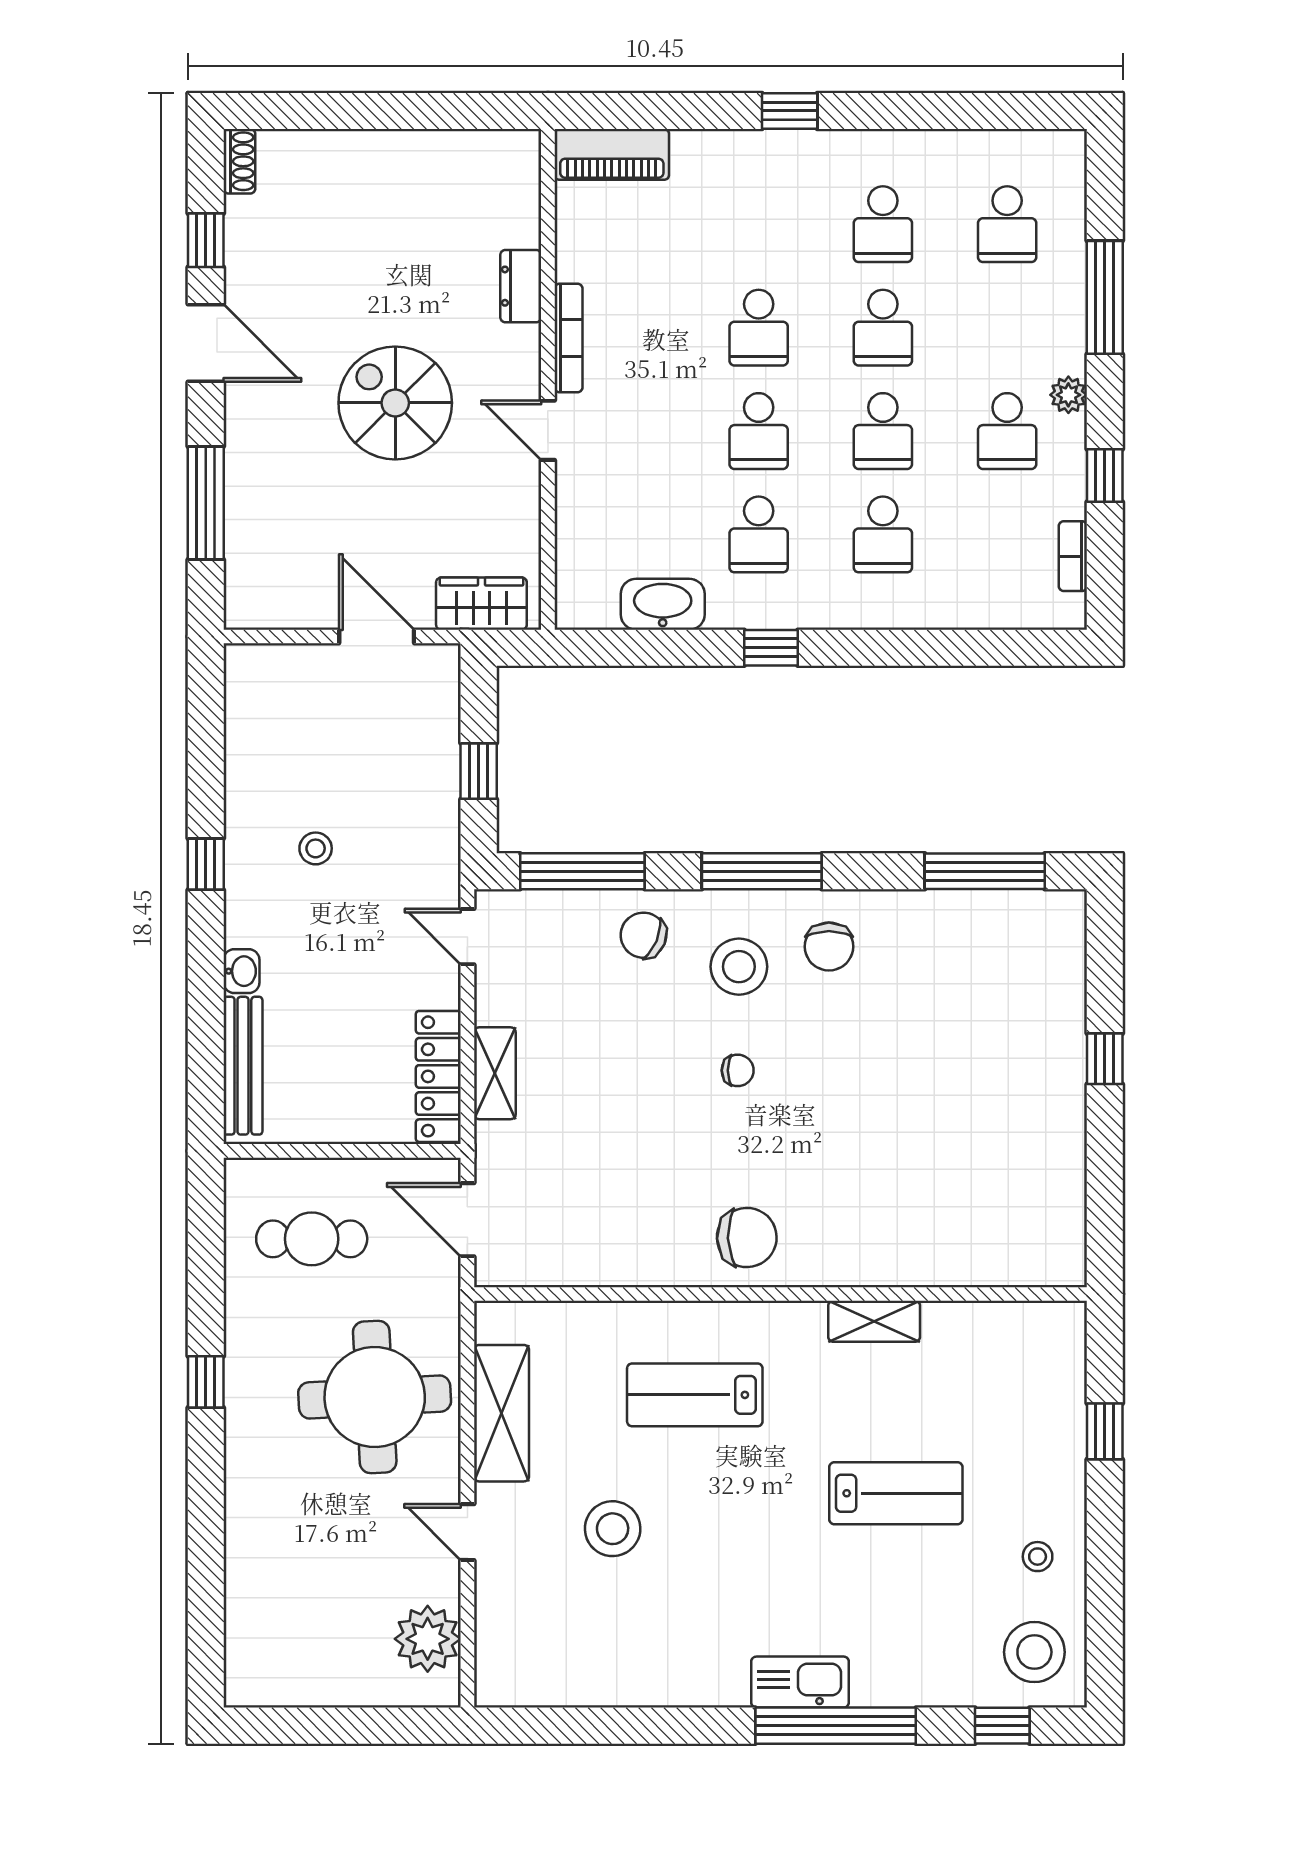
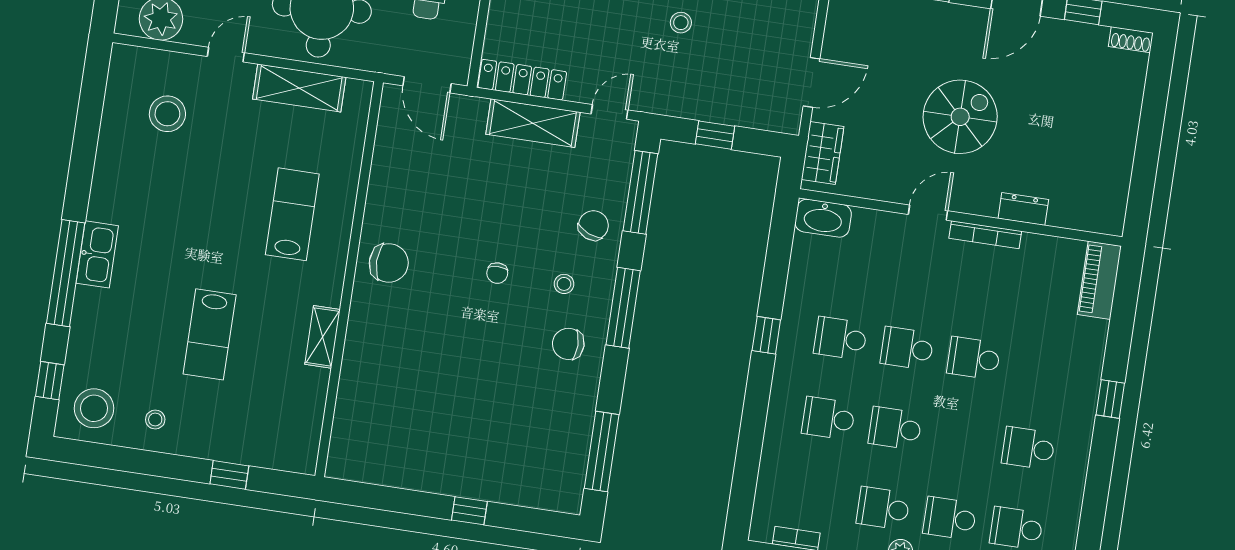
school desk: (883, 328) -> (950, 518), moved
washbasin: (663, 604) -> (823, 218), moved, turned 90
stool: (739, 967) -> (564, 284), width x0.53, depth x0.53
shelving: (495, 1073) -> (533, 123), width x1.50, depth x1.33
door: (467, 1220) -> (427, 85), swing flipped
chair: (747, 1237) -> (389, 263), turned -88
stool: (613, 1529) -> (167, 114), moved

